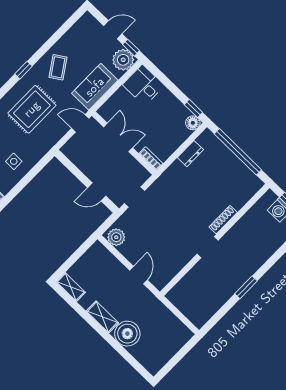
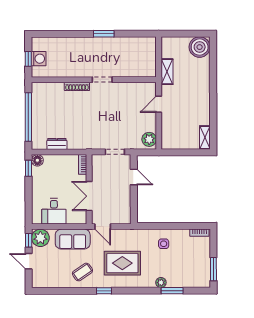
desk: (143, 85) -> (54, 211), moved
shelving: (102, 317) -> (167, 72), moved
boiler: (127, 334) -> (200, 47), moved

